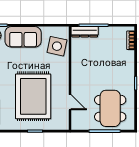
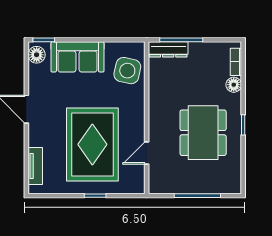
floor lamp: (129, 56) -> (234, 85), added
door: (70, 102) -> (147, 153), swing flipped
dining table: (110, 108) -> (203, 133), moved

